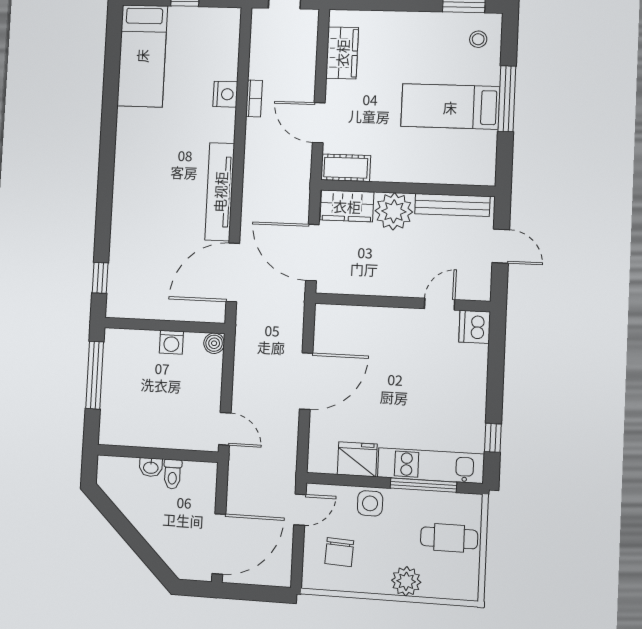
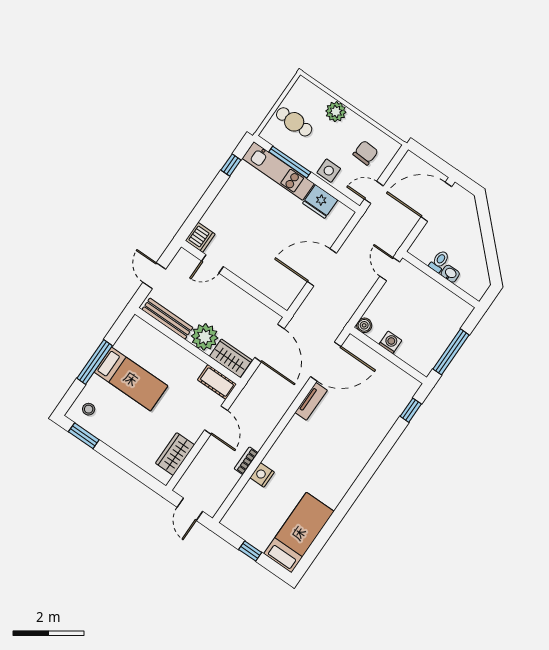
tv unit: (220, 192) -> (311, 401), width x0.52, depth x0.78

